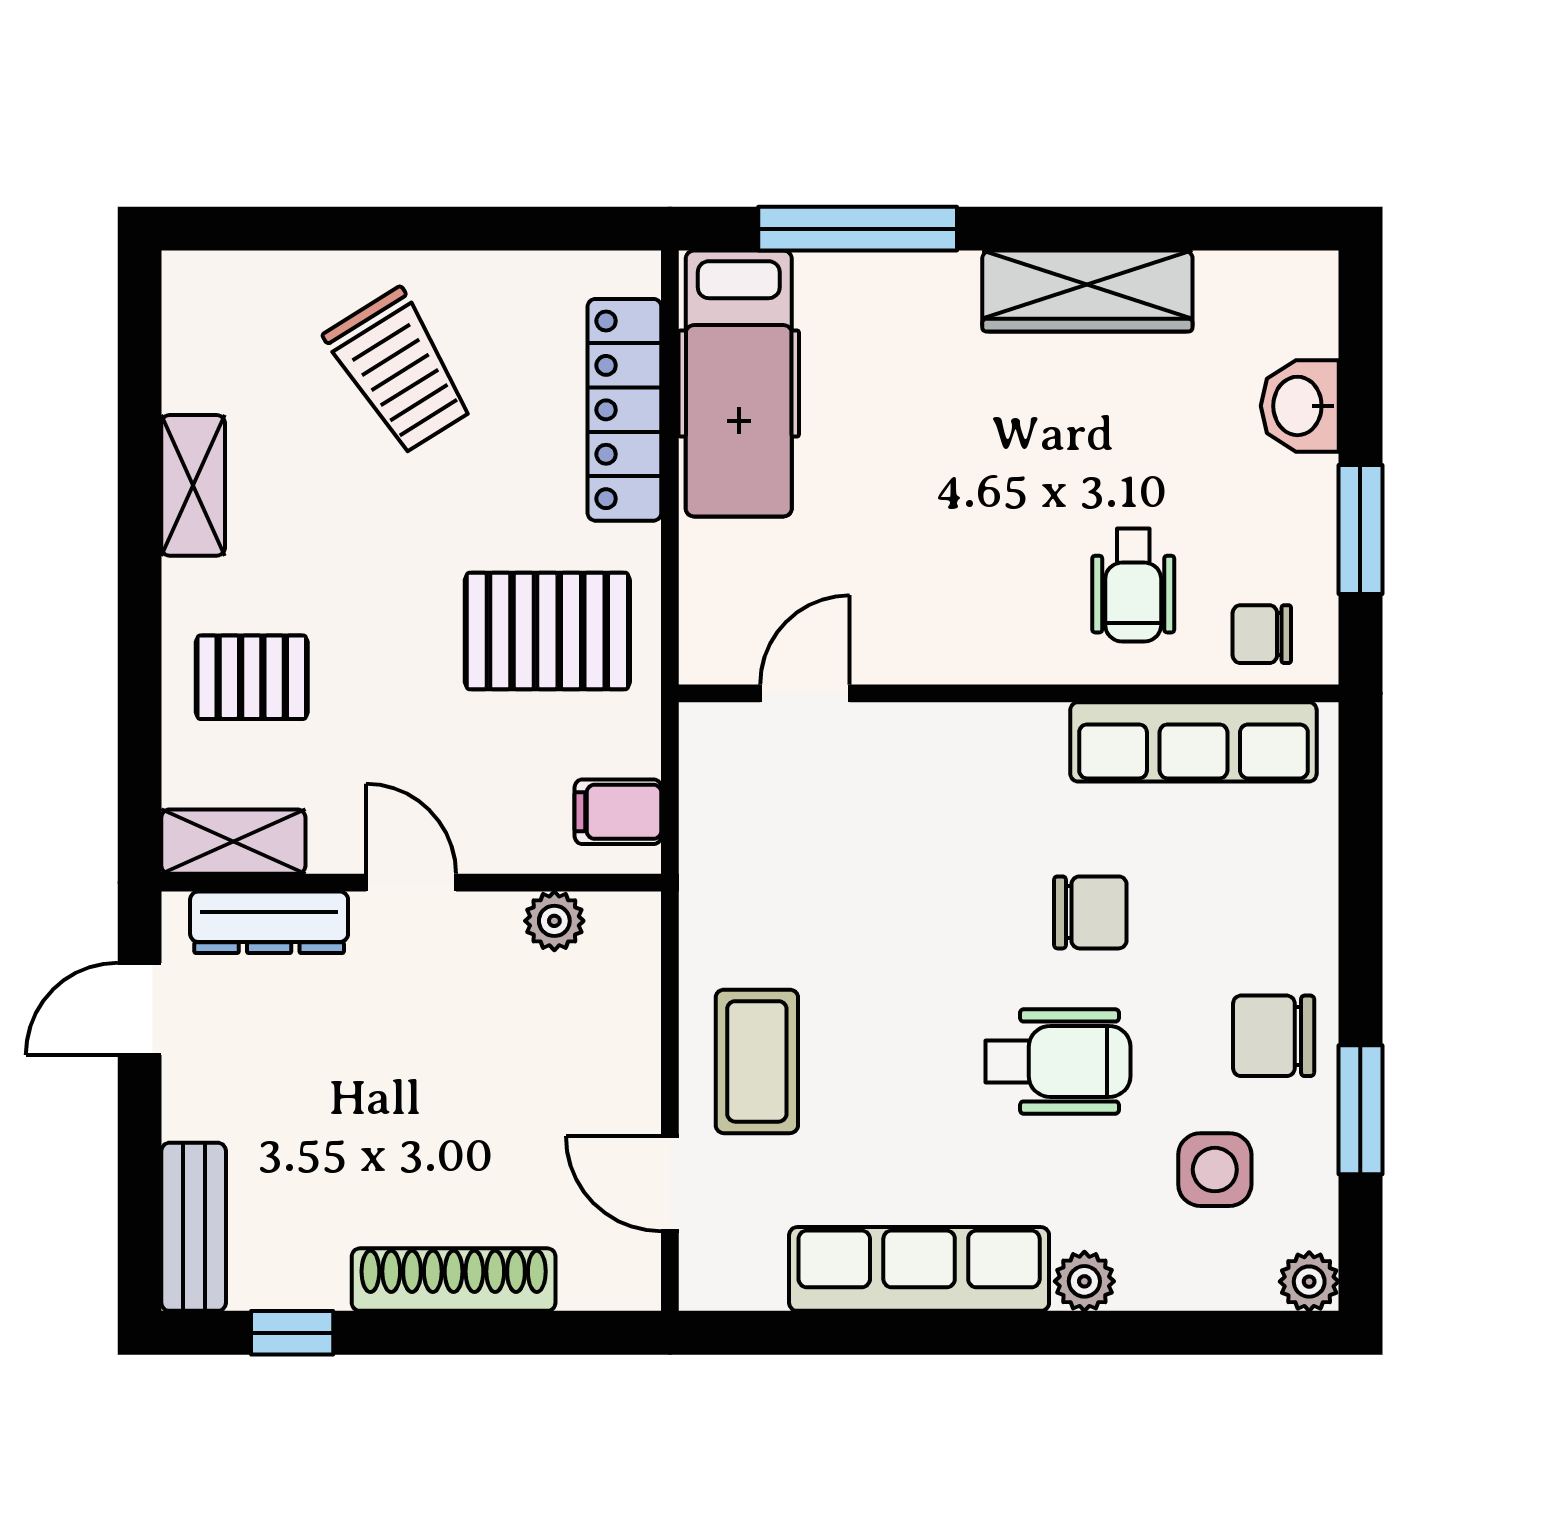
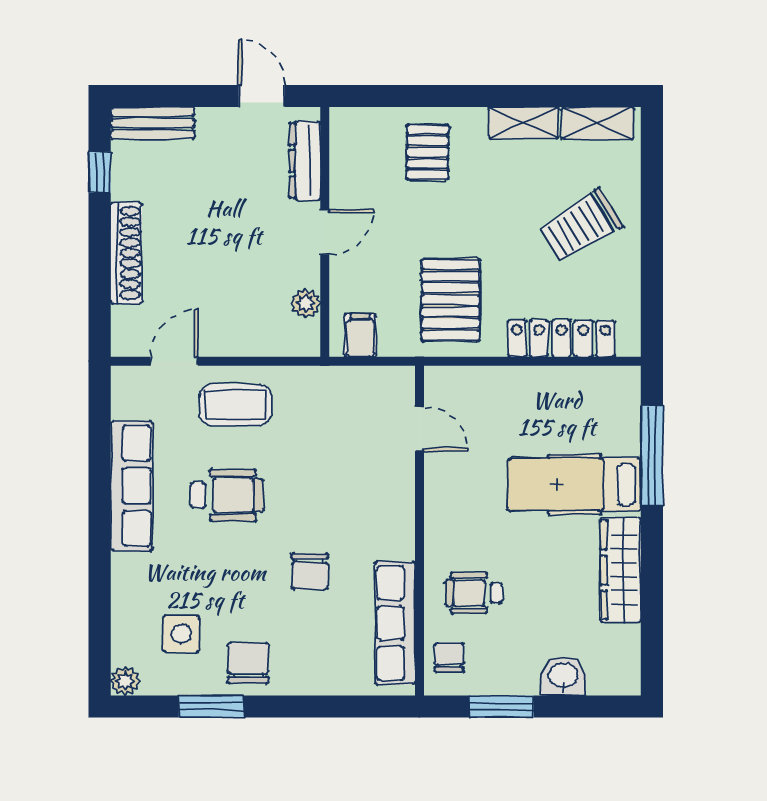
hospital bed: (739, 384) -> (574, 485), moved
shelving: (233, 842) -> (598, 123), moved, turned 90
wheelchair: (1058, 1061) -> (227, 495), moved, turned -90
plant: (1084, 1281) -> (125, 569), removed

